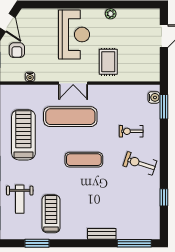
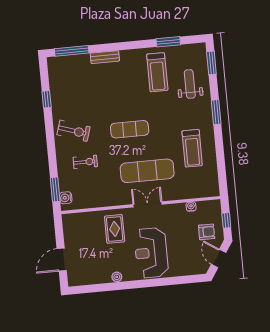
armchair: (17, 50) -> (207, 232), turned 90
treadmill: (23, 135) -> (192, 148), width x0.73, depth x0.73

